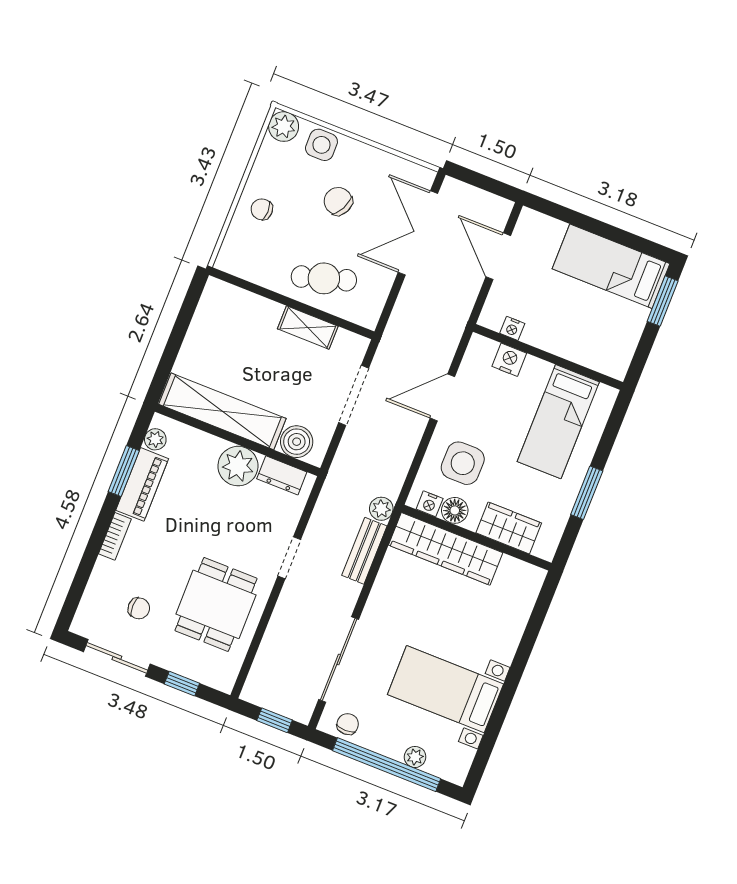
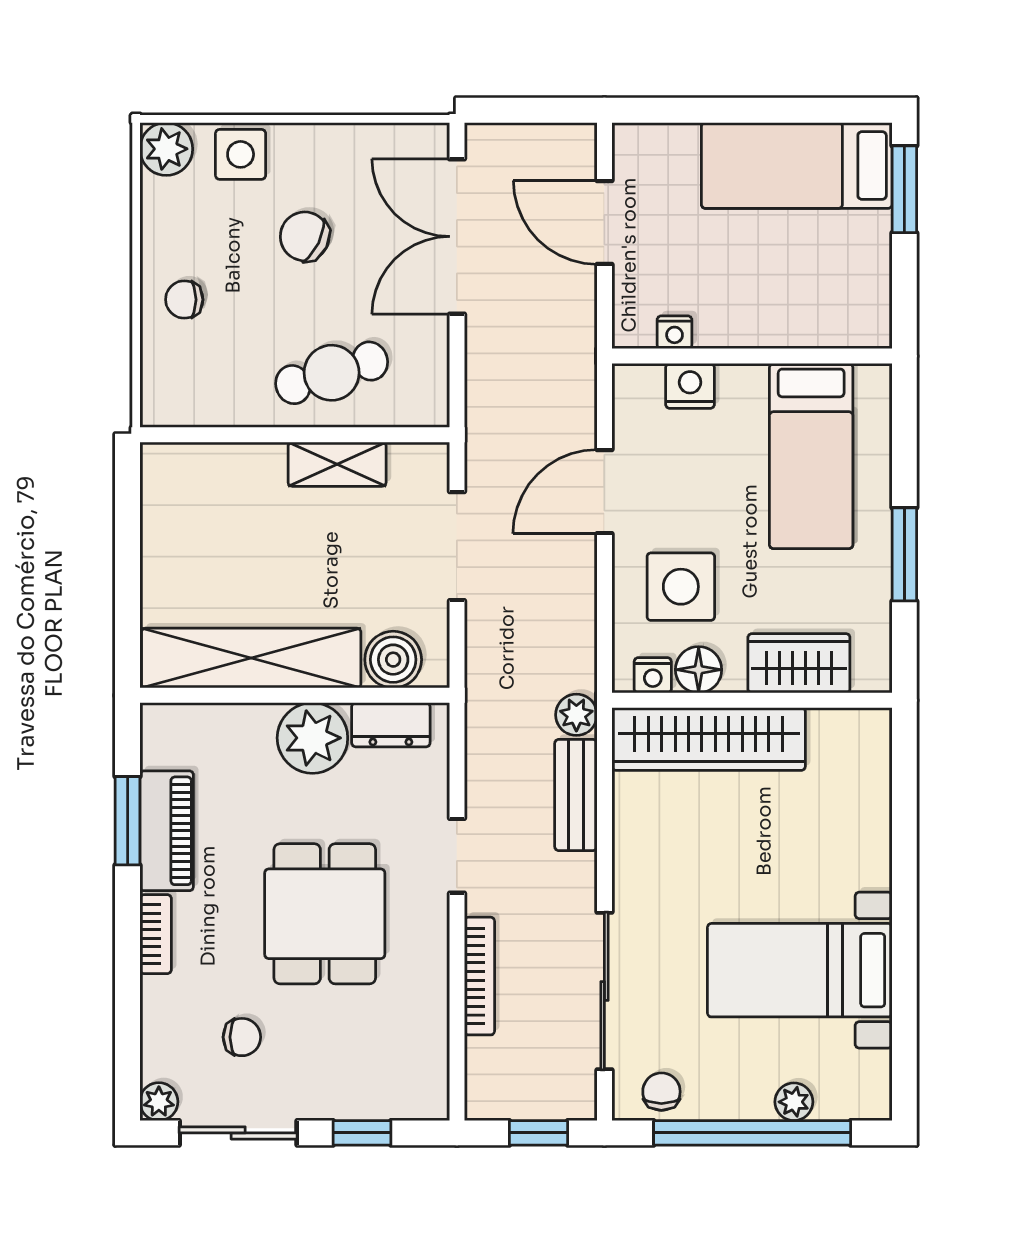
plant: (155, 439) -> (159, 1102), moved
dining table: (216, 604) -> (325, 914), moved
bookcase: (276, 626) -> (479, 976), added

